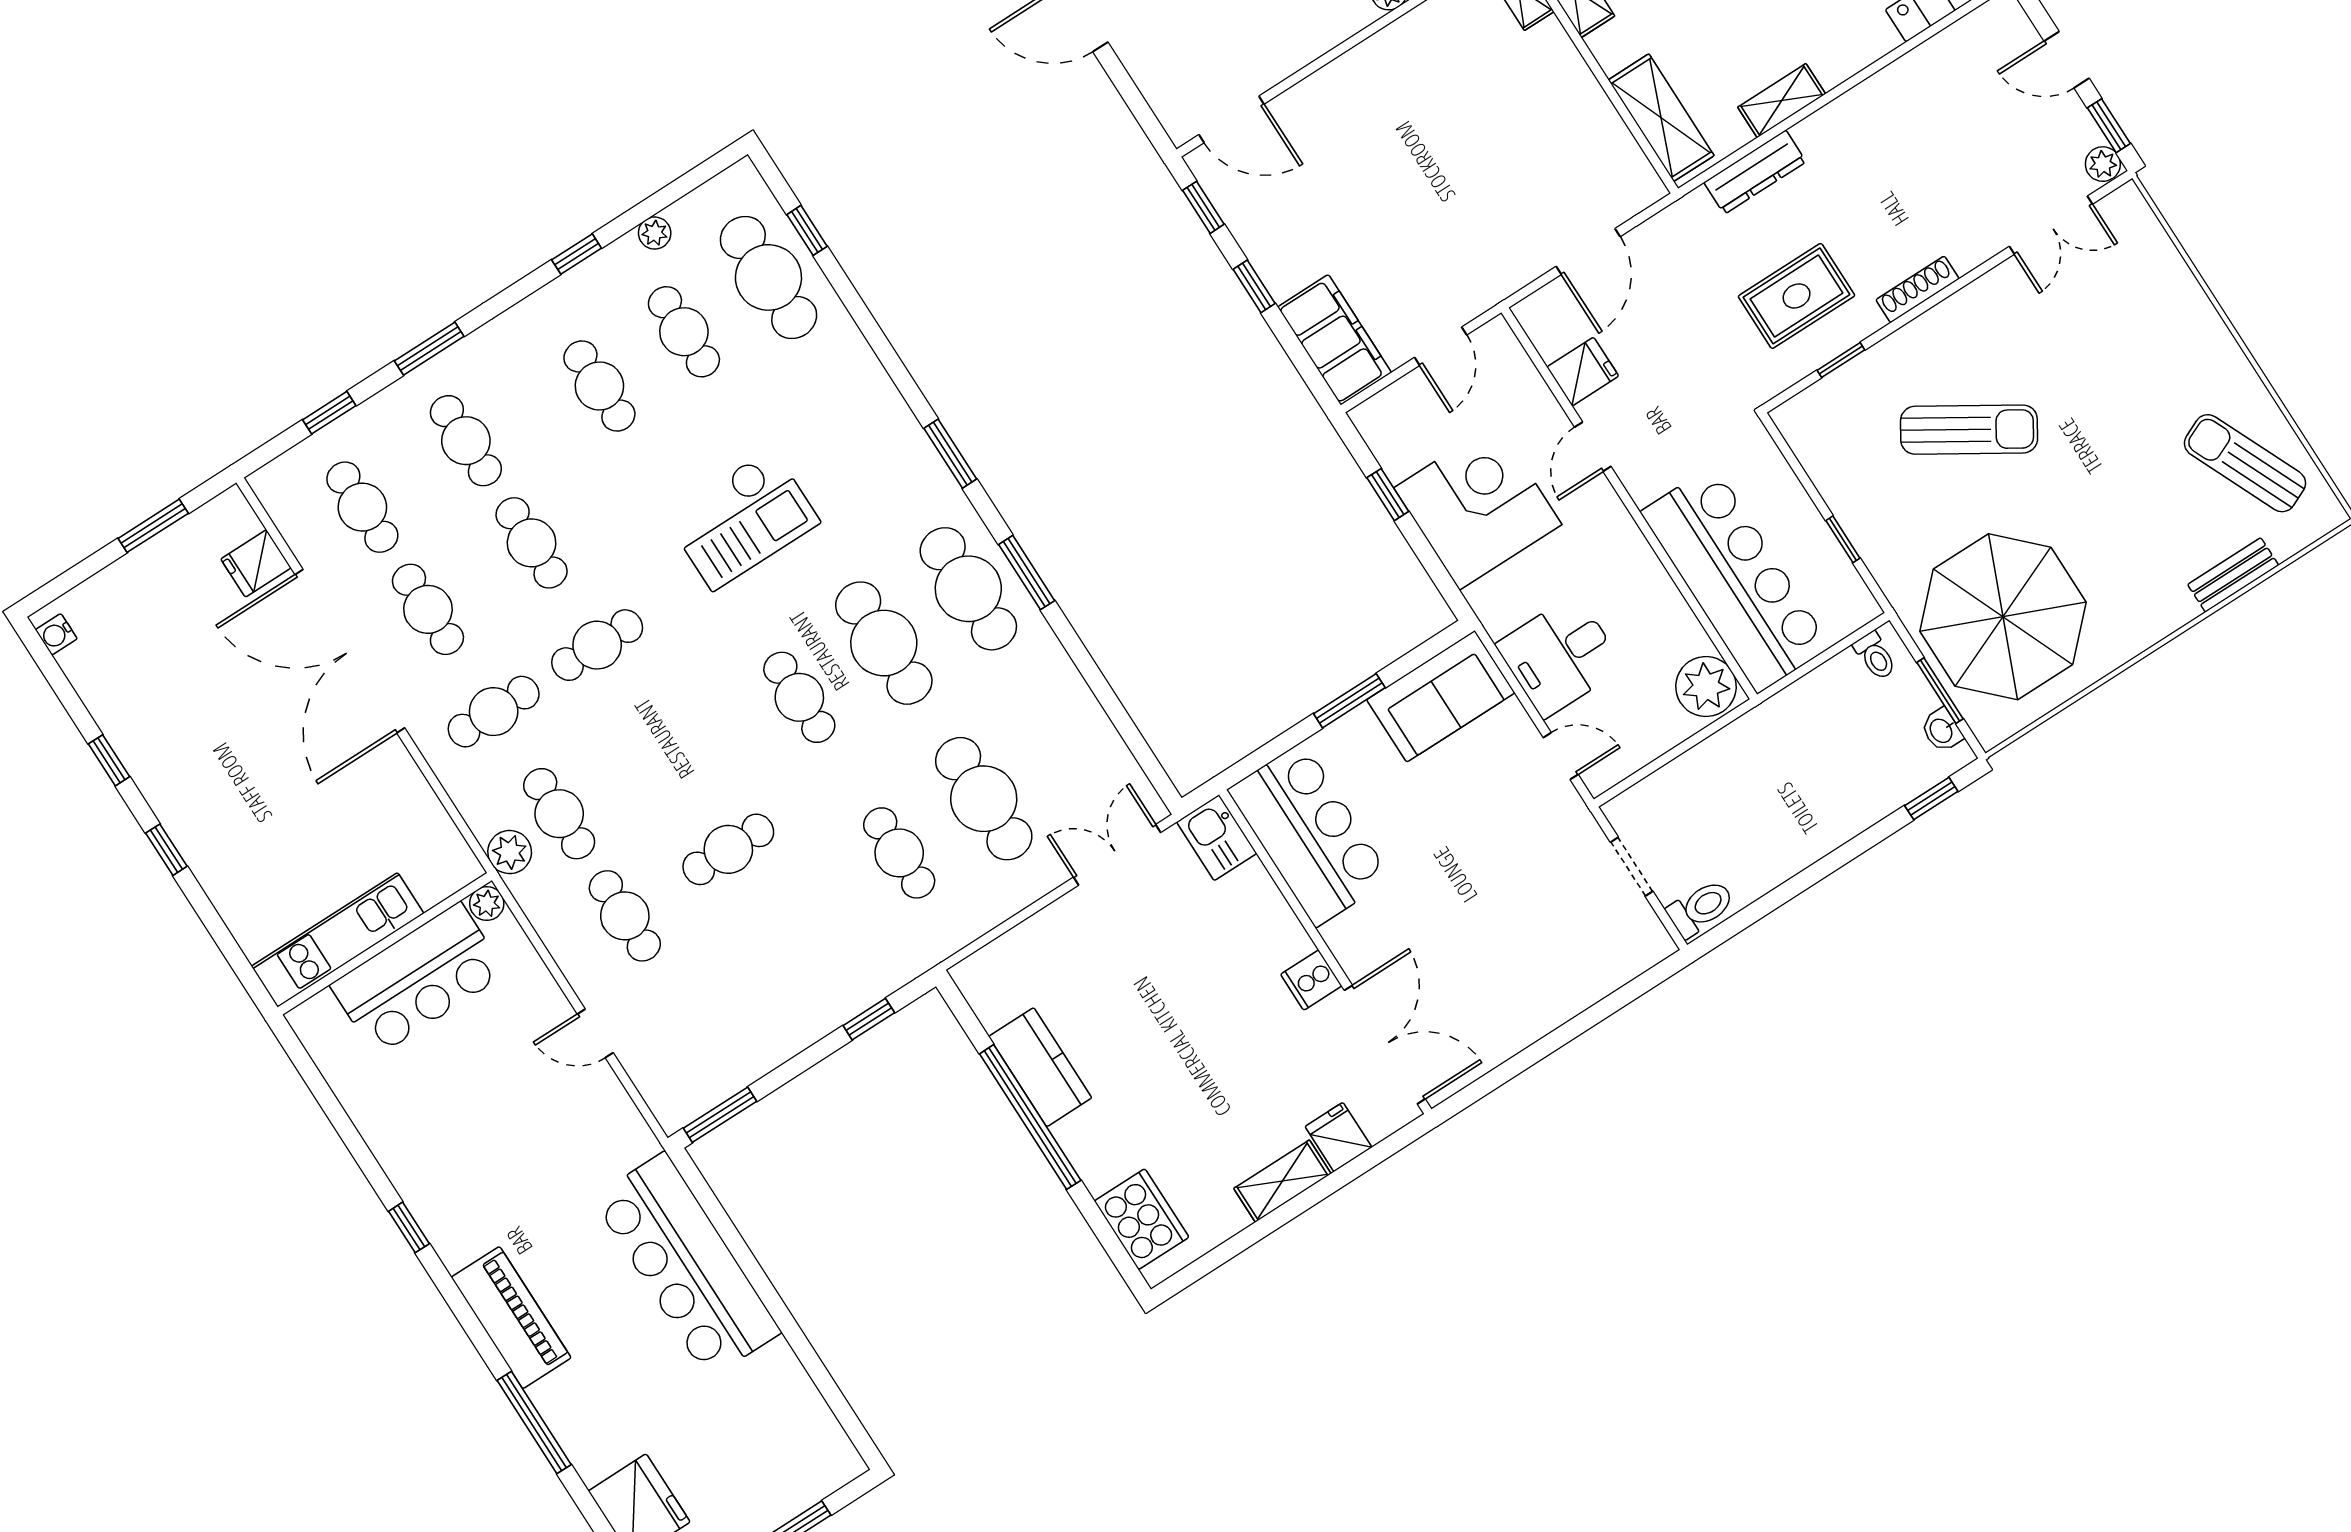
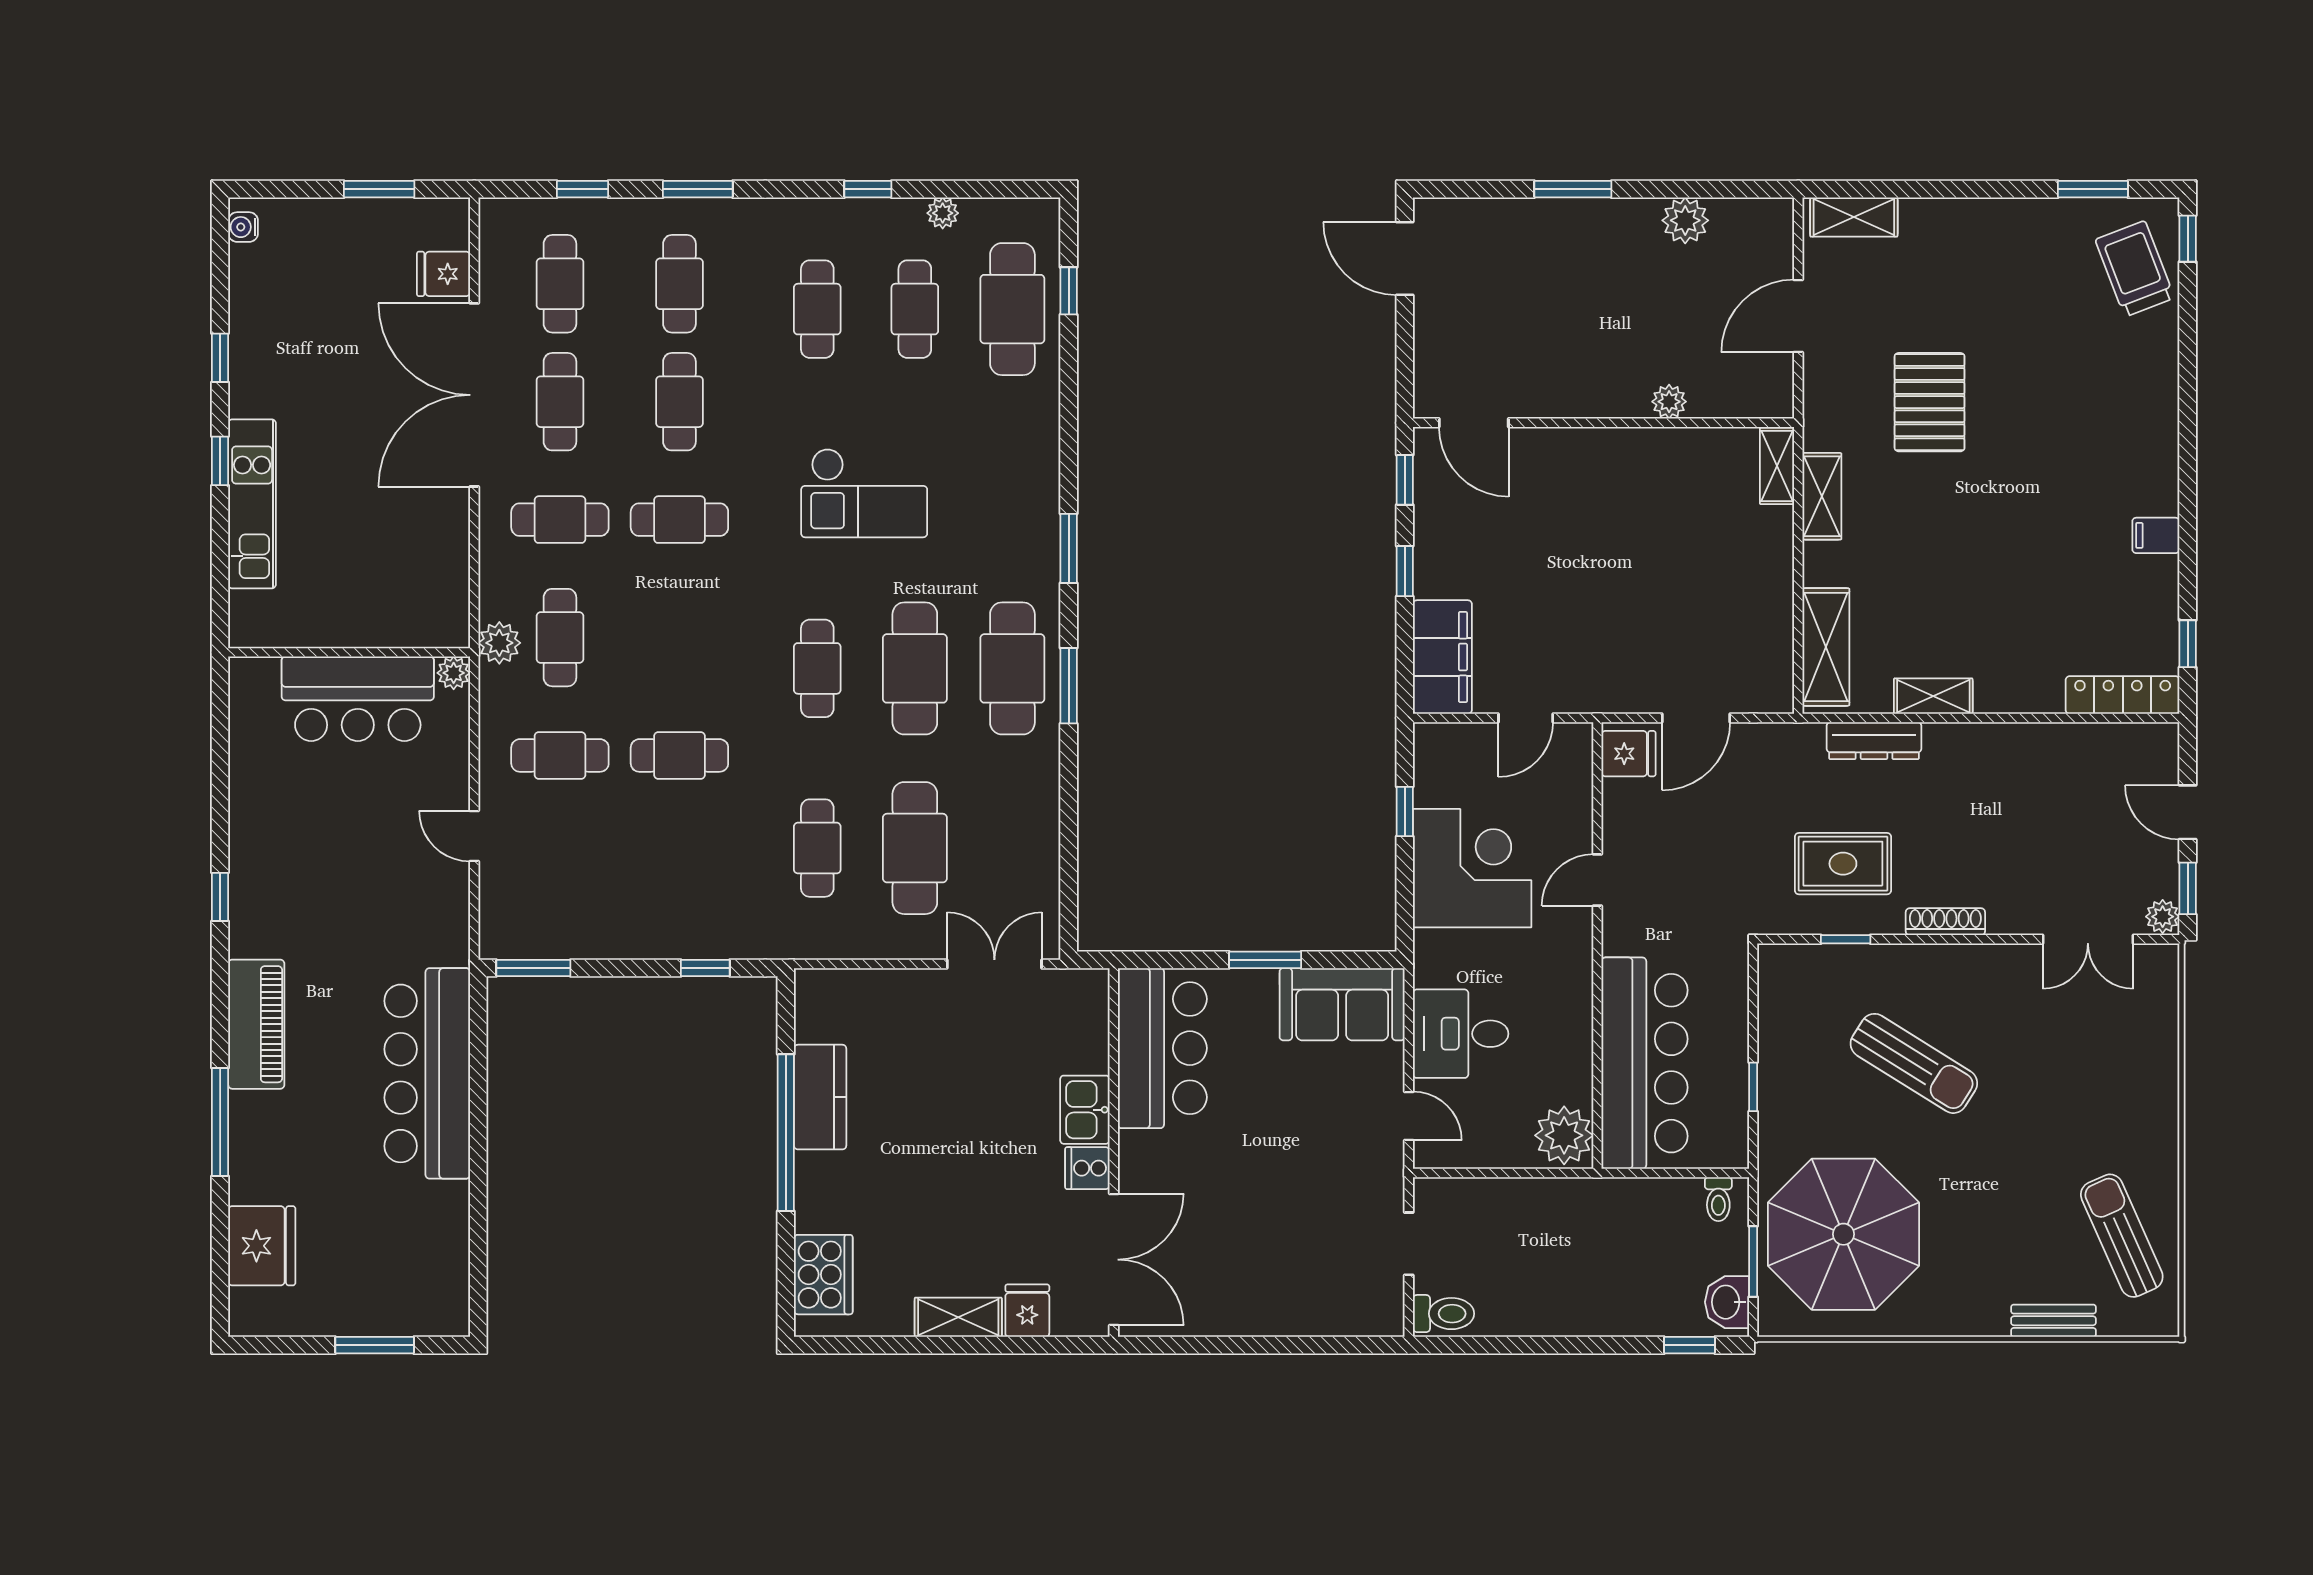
fridge: (1583, 372) -> (1629, 754), moved
washbasin: (1942, 730) -> (1727, 1302), width x1.38, depth x1.45
kitchen sink: (1217, 838) -> (1085, 1110), moved
cafe table: (625, 916) -> (560, 755), turned 90
kitchen unit: (338, 940) -> (252, 504), moved, turned 90

